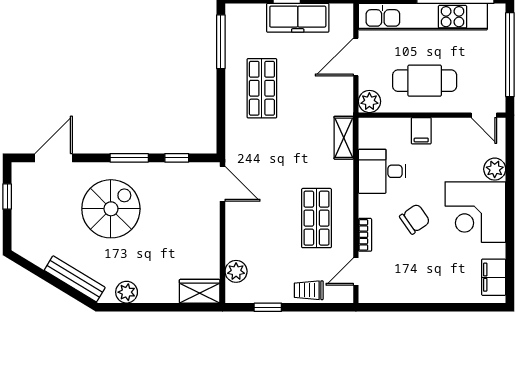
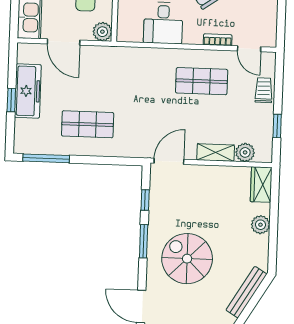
shelving: (344, 138) -> (216, 152), moved
trolley: (309, 290) -> (264, 90), turned 180
plant: (127, 292) -> (260, 225), moved

